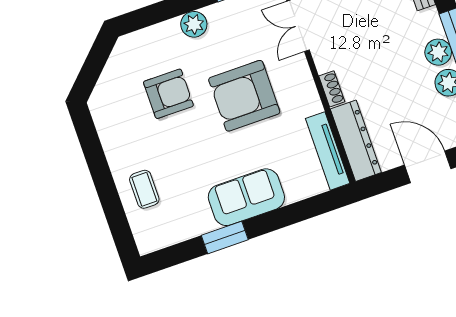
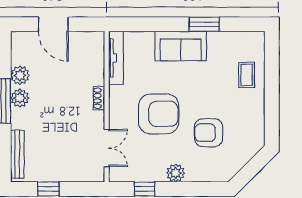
dresser: (356, 141) -> (95, 58), removed

